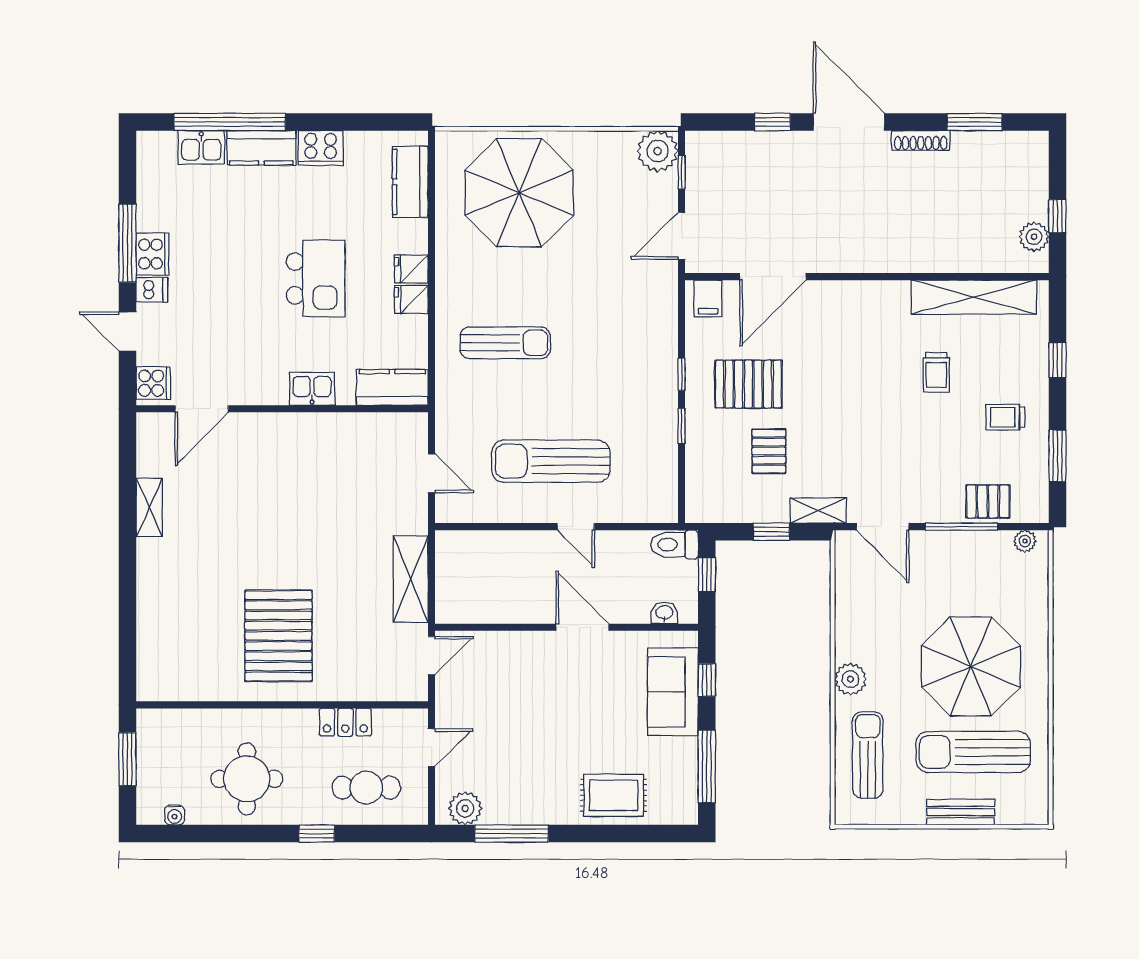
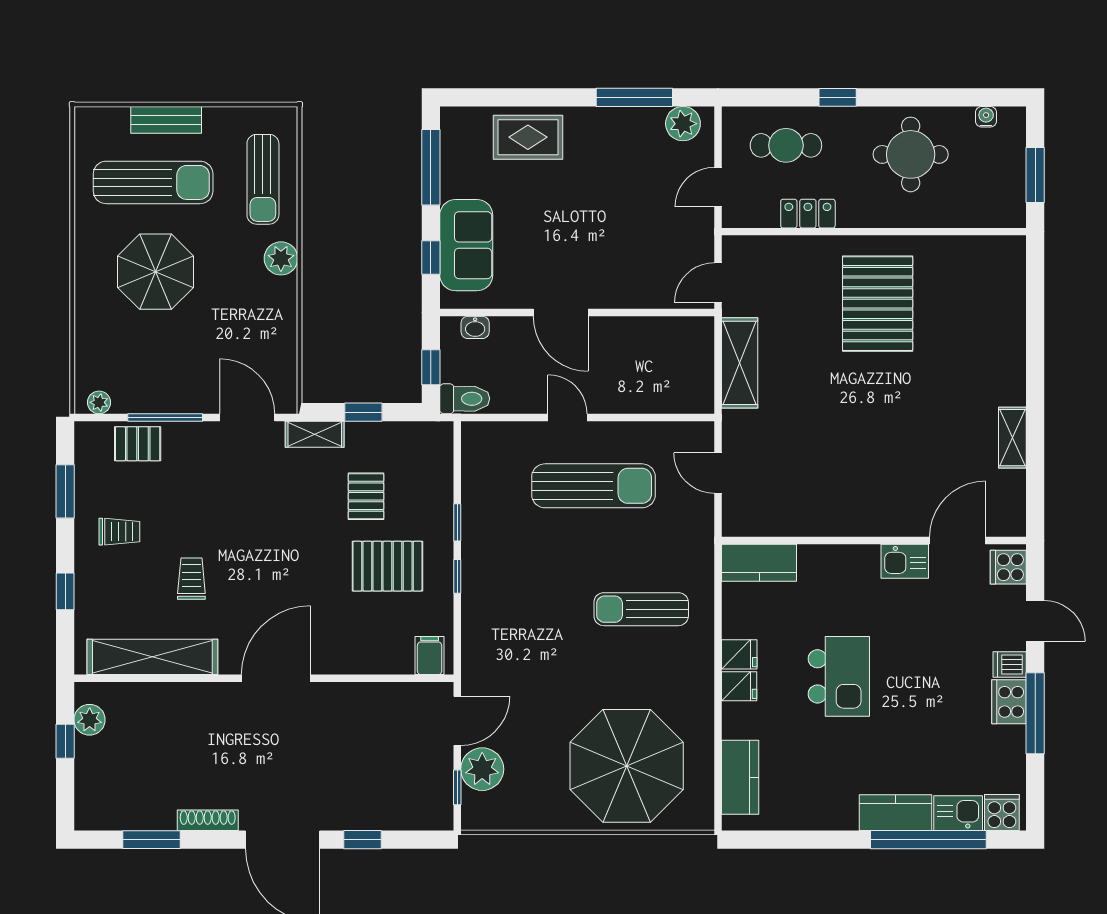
cooker: (321, 148) -> (1002, 812), moved, width x0.73
plant: (658, 151) -> (482, 769), moved
door: (773, 277) -> (276, 678), moved
kitchen island: (316, 278) -> (839, 676), turned 180
kitchen sink: (312, 389) -> (905, 561), moved
parasol: (971, 666) -> (155, 272), width x0.73, depth x0.73

